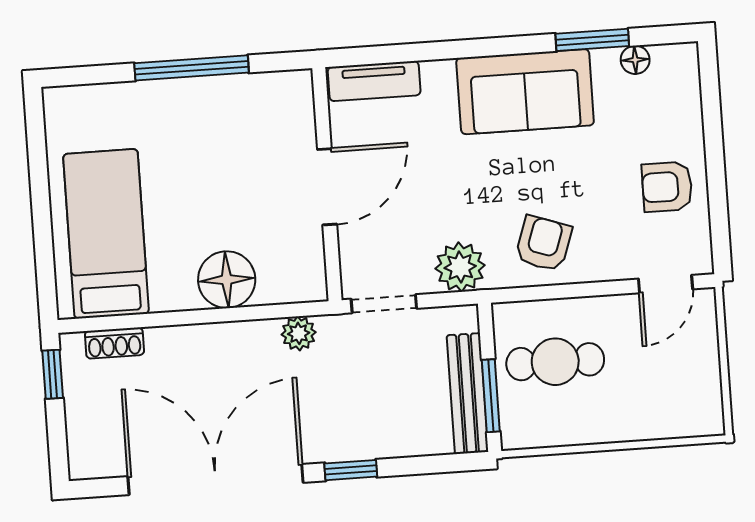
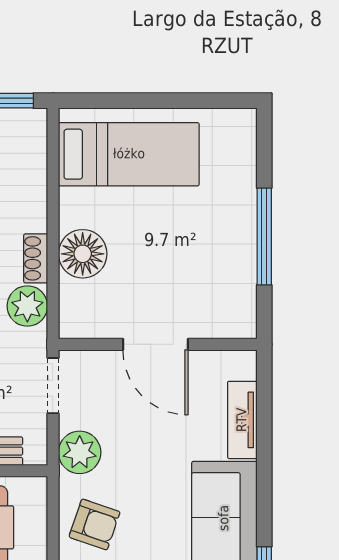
tv unit: (374, 81) -> (242, 420), moved
plant: (299, 333) -> (27, 306), width x1.38, depth x1.38
shoe rack: (114, 343) -> (36, 258), moved

